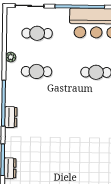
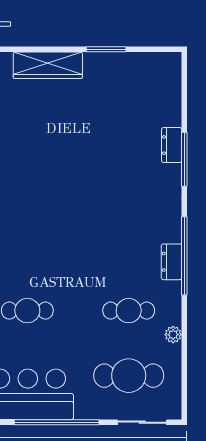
cafe table: (37, 33) -> (129, 376), width x1.37, depth x1.35
dresser: (11, 117) -> (172, 262), moved

